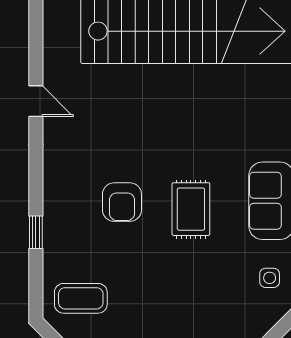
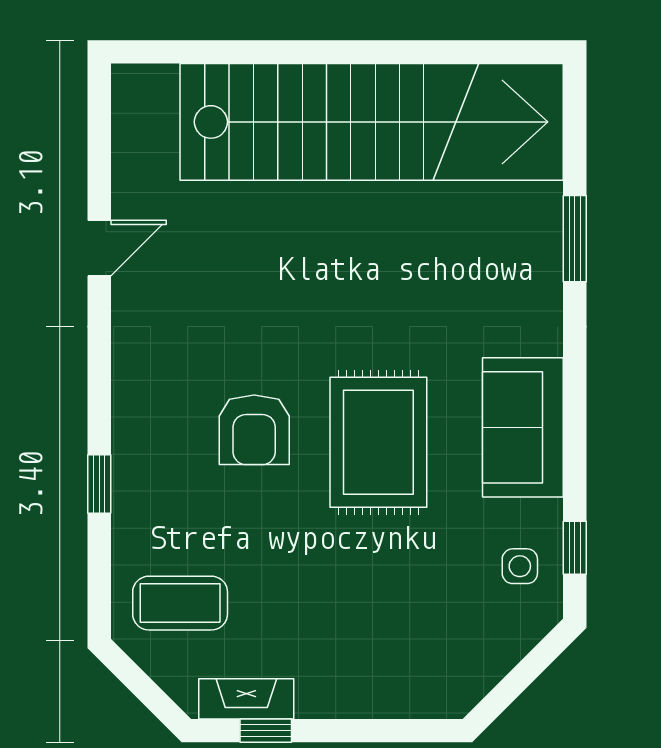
door: (36, 101) -> (99, 248), hinge flipped
rug: (191, 209) -> (378, 442), width x1.36, depth x1.43

